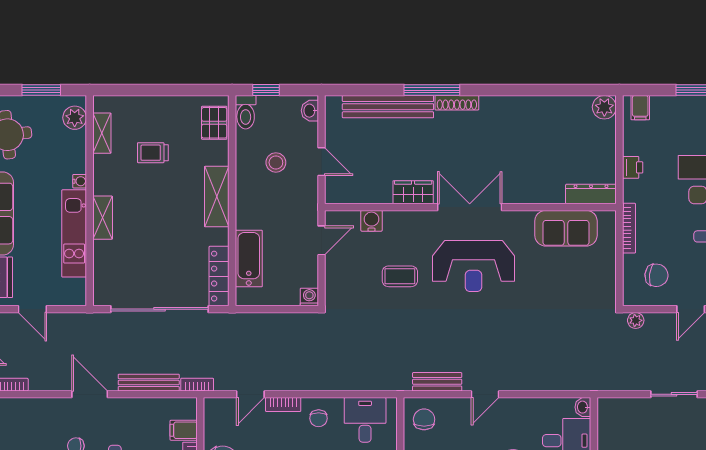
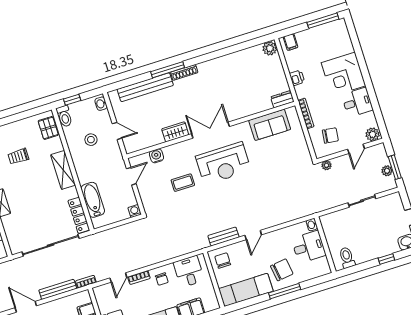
dresser: (591, 194) -> (282, 99), width x0.70

